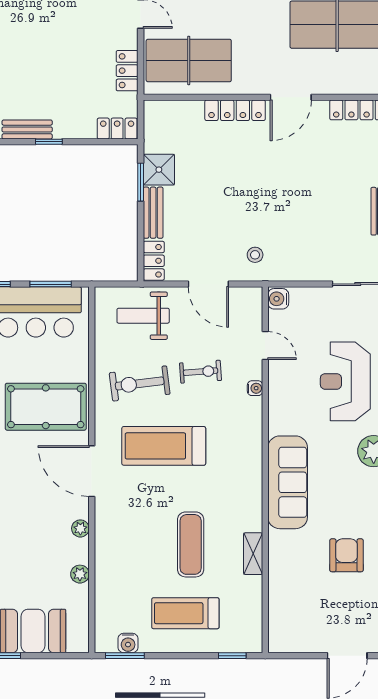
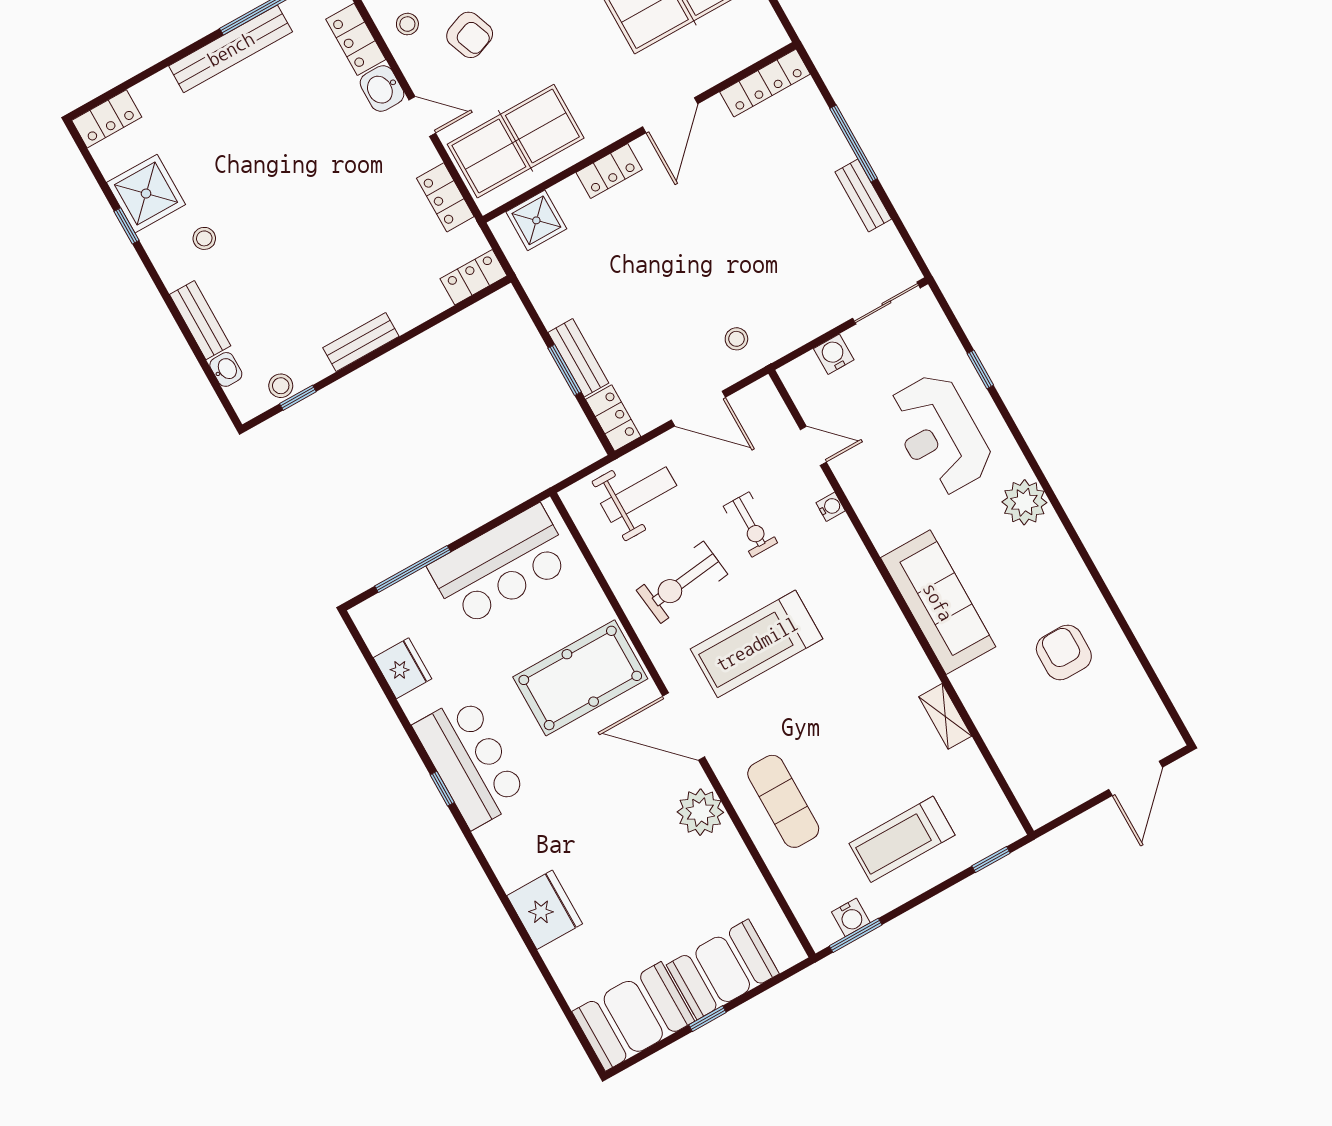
locker: (235, 110) -> (609, 171), width x0.66
window: (49, 142) -> (397, 342), removed
shower: (159, 170) -> (536, 220), moved
window: (141, 182) -> (565, 370), moved
window: (51, 284) -> (500, 520), removed
water cooler: (278, 299) -> (834, 354), moved, turned 90
weight bench: (143, 316) -> (639, 495), turned 180
exercise bike: (201, 372) -> (750, 524), turned 94
plant: (80, 528) -> (700, 812), width x1.87, depth x1.87
exercise mat: (191, 544) -> (783, 801), moved
plant: (80, 574) -> (742, 865), removed

